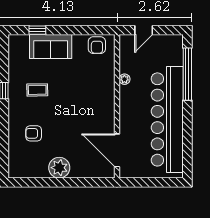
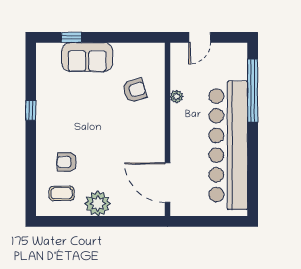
armchair: (97, 45) -> (134, 90), moved, turned -108
coffee table: (37, 90) -> (62, 193), moved

